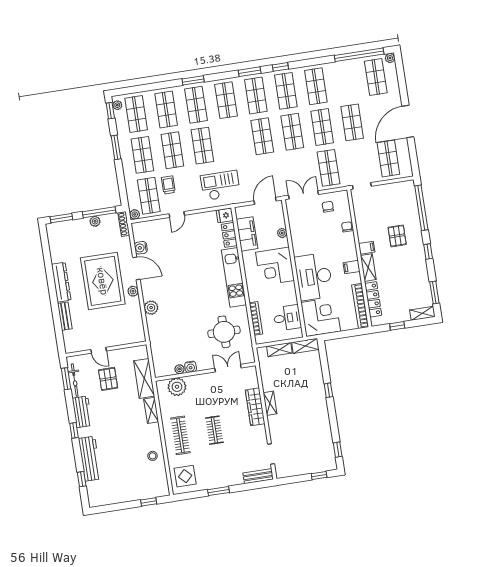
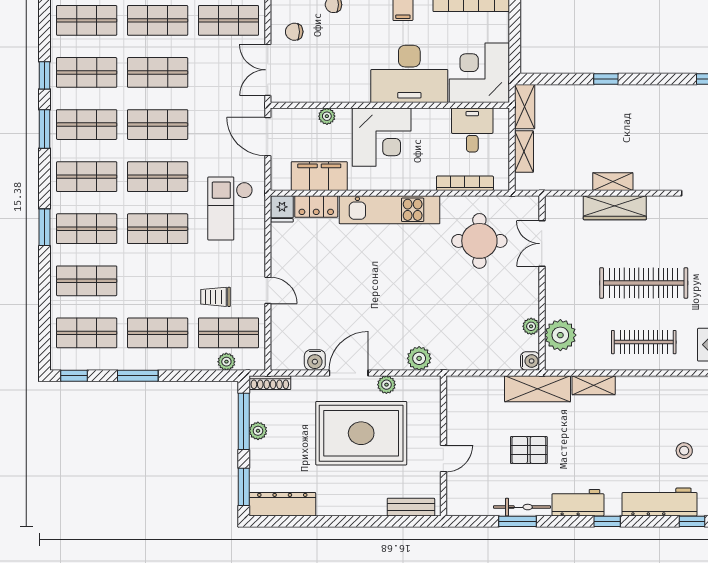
plant: (117, 105) -> (67, 362), removed
shop shelf: (172, 150) -> (158, 177), moved
plant: (135, 214) -> (226, 362), moved
dresser: (61, 282) -> (282, 504), moved
wall: (106, 349) -> (443, 446), moved
door: (99, 350) -> (443, 458), moved
water cooler: (191, 367) -> (530, 361), moved
clothes rail: (214, 430) -> (644, 283), width x1.86, depth x1.31
stool: (153, 456) -> (684, 451), moved

